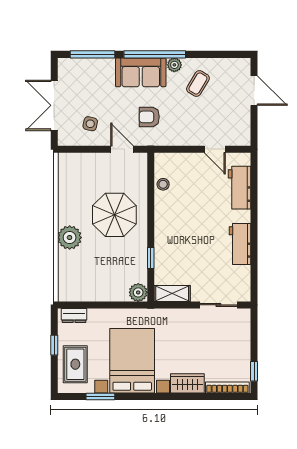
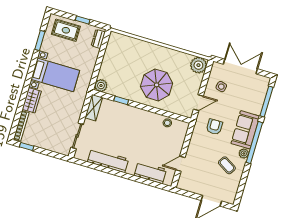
plant: (70, 238) -> (198, 65), moved
workbench: (240, 244) -> (108, 160), width x1.38
bed with nightstands: (132, 361) -> (55, 75), width x0.73

